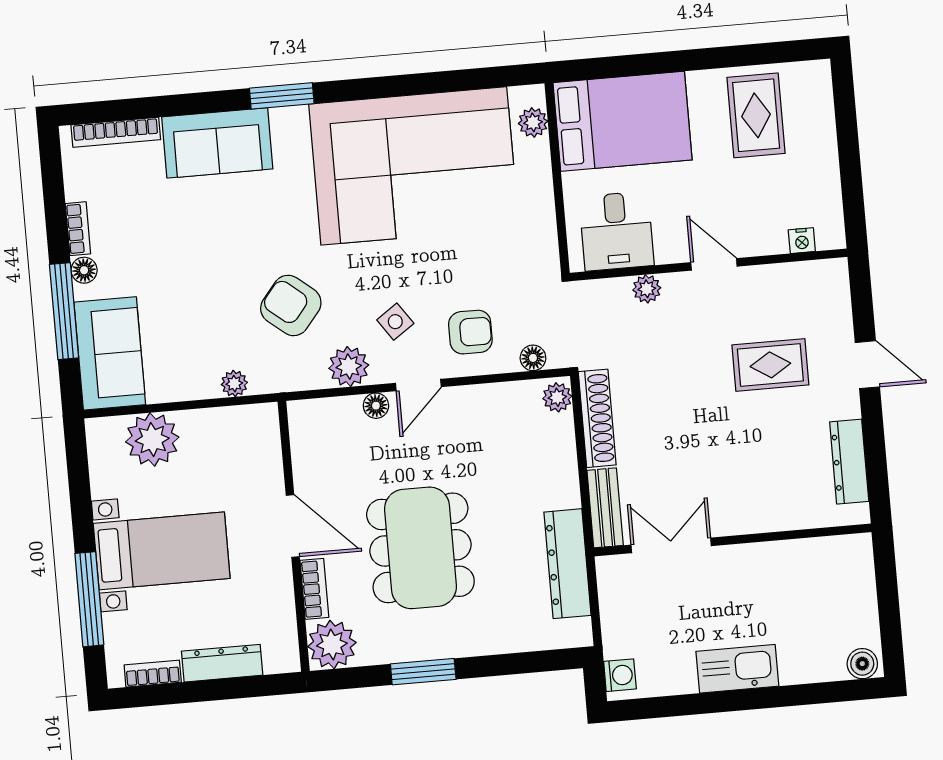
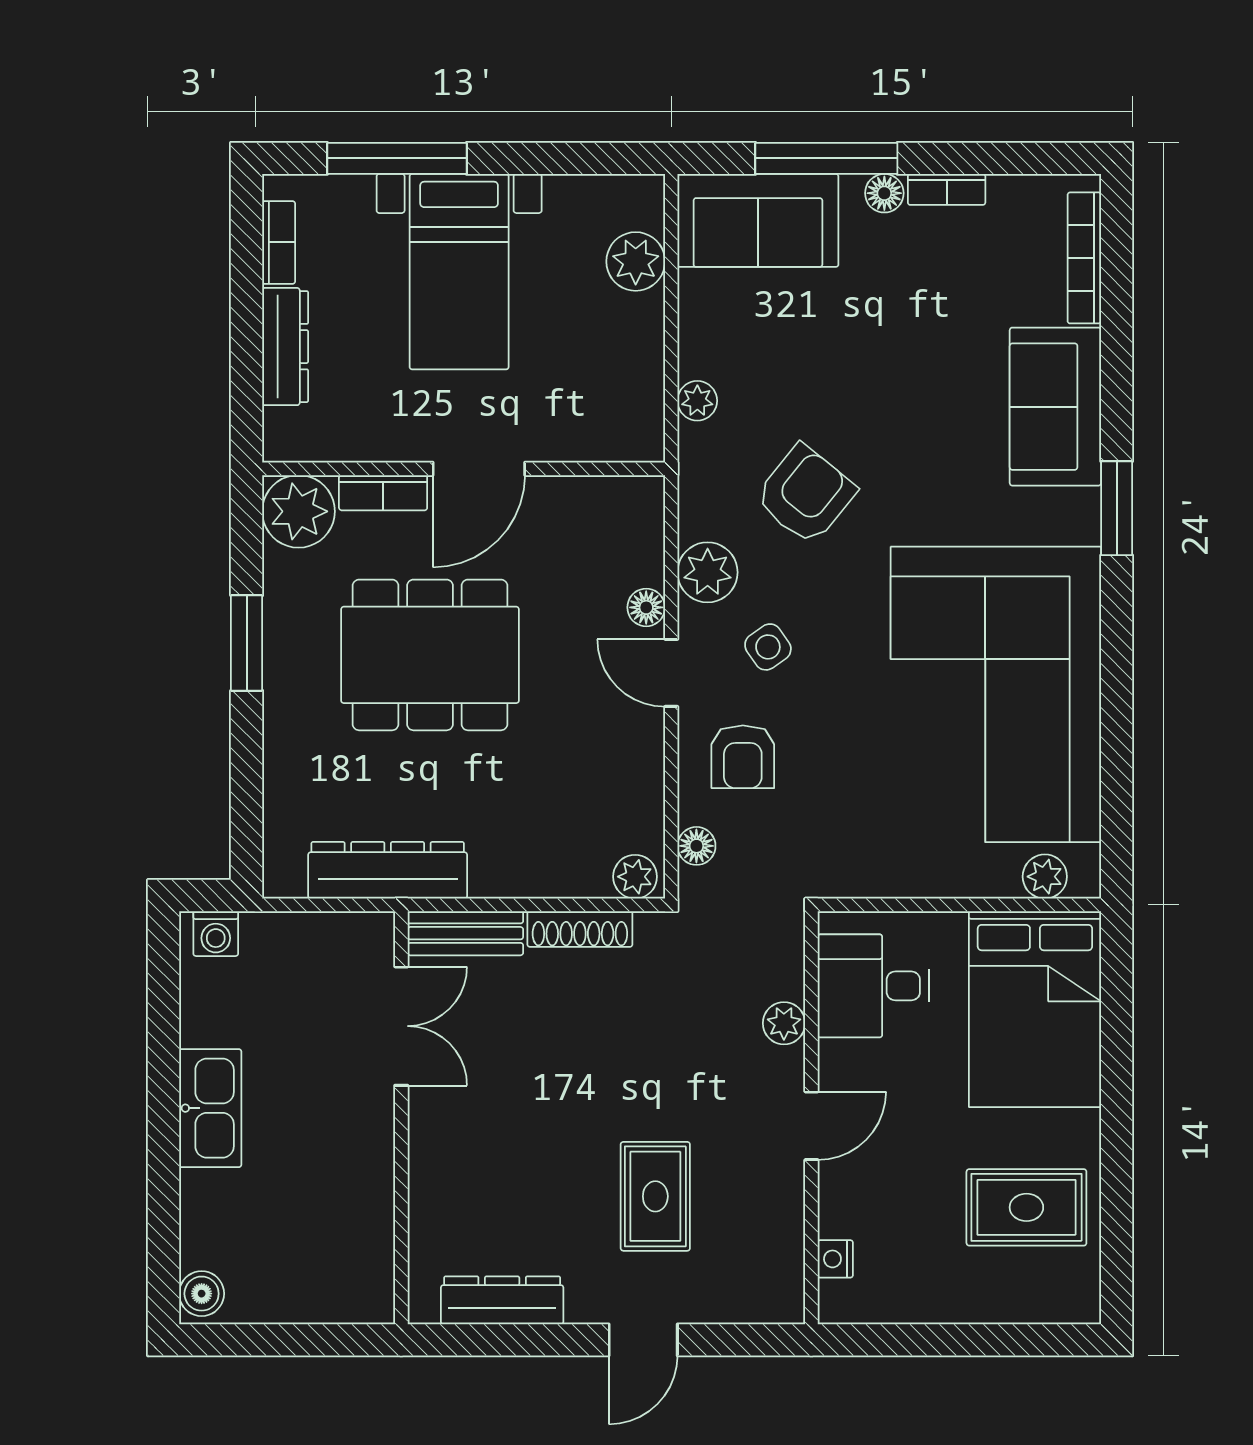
shoe rack: (597, 418) -> (580, 929), width x0.74, depth x0.81
plant: (152, 440) -> (636, 261), width x0.73, depth x0.73

